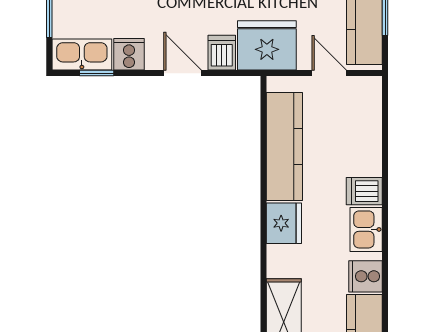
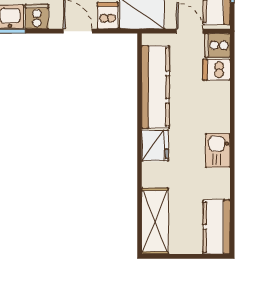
dishwasher: (364, 191) -> (216, 70), moved
cooker: (366, 276) -> (217, 45), moved

